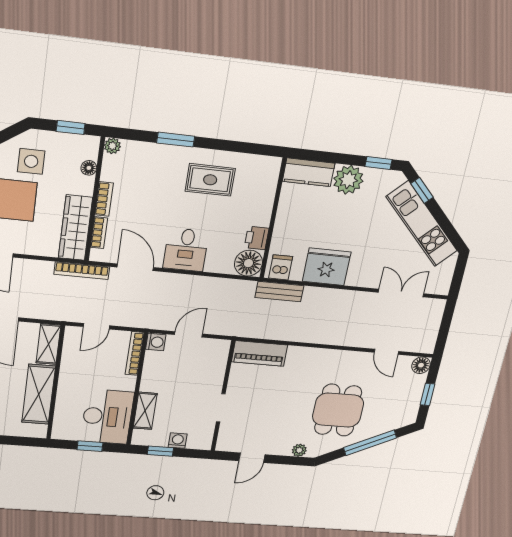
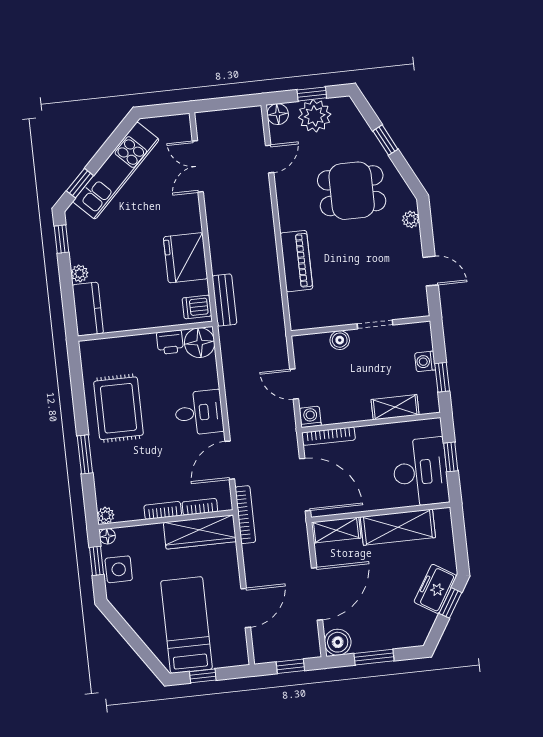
side table: (31, 161) -> (119, 569), moved
floor lamp: (89, 168) -> (107, 536), moved
rug: (210, 180) -> (118, 408), width x1.36, depth x1.43
plant: (348, 180) -> (80, 273), width x0.53, depth x0.53
door: (96, 326) -> (305, 485), width x1.87
piano: (260, 353) -> (296, 261), moved
boiler: (216, 378) -> (340, 340), added
plant: (409, 393) -> (315, 116), added
desk: (107, 417) -> (420, 472), moved, turned 90
window: (370, 443) -> (385, 140), width x0.46

